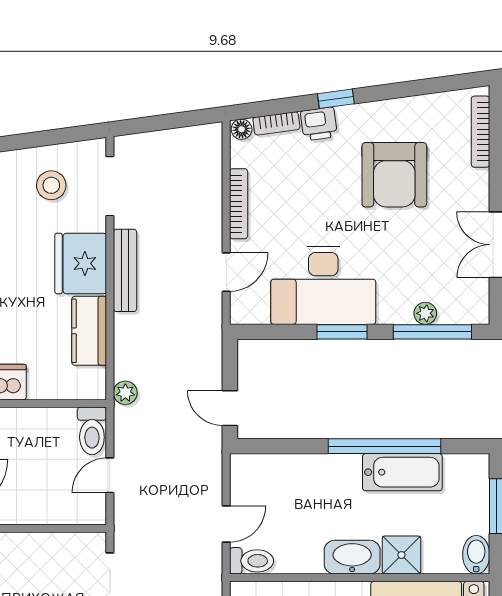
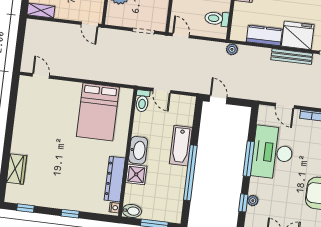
window: (342, 332) -> (249, 159), width x1.44
window: (432, 332) -> (243, 203), width x0.46
door: (230, 408) -> (218, 99), hinge flipped
toilet: (92, 431) -> (217, 19), moved
bathtub: (402, 472) -> (181, 146), moved
door: (110, 475) -> (181, 36), moved

